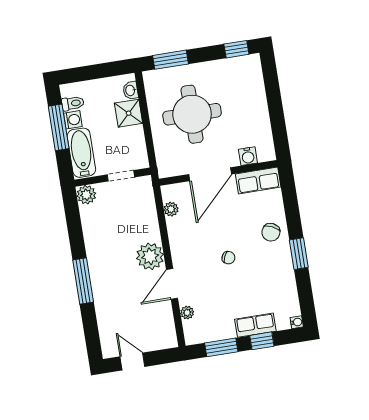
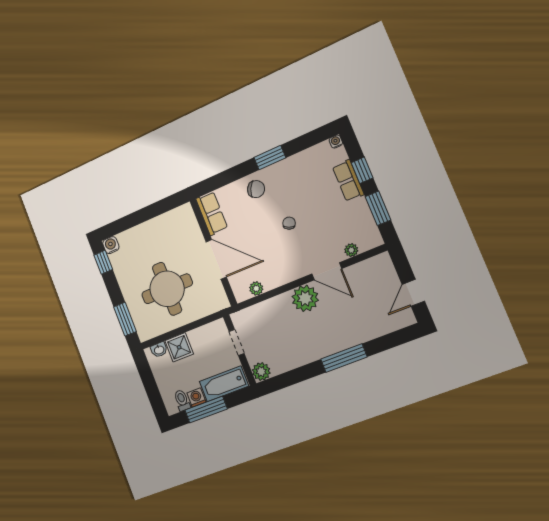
water cooler: (248, 156) -> (111, 245), moved, turned -90

